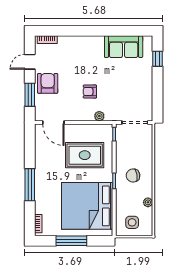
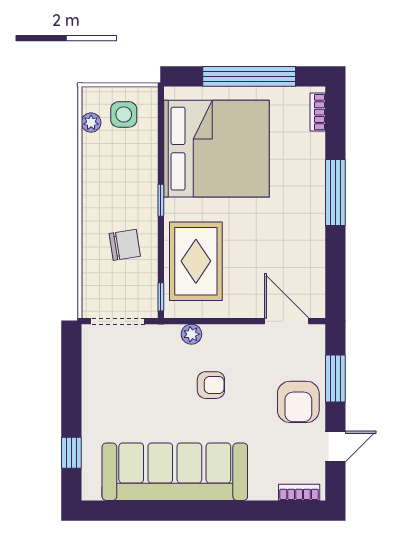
sofa: (124, 47) -> (175, 472), width x1.85, depth x1.27
rug: (85, 155) -> (196, 261), moved, turned 90
chair: (133, 176) -> (125, 245), moved
plant: (148, 202) -> (91, 123), moved
window: (71, 241) -> (249, 76), width x1.46

